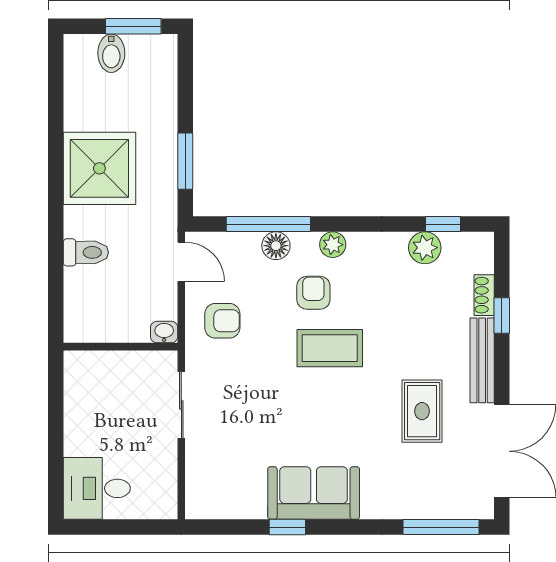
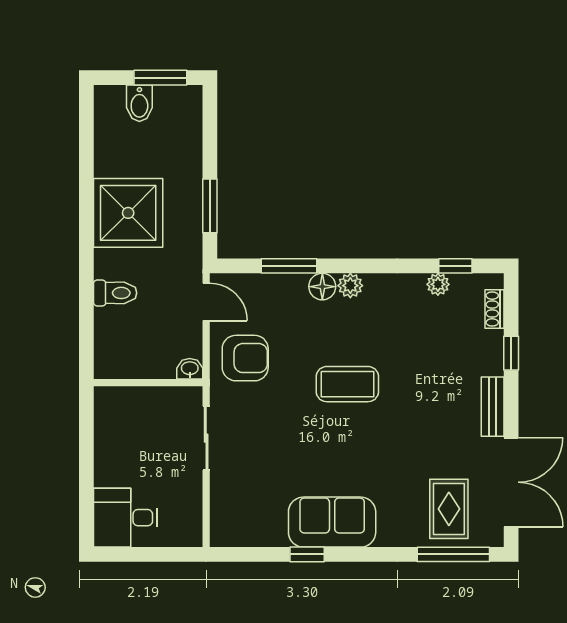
window: (268, 224) -> (289, 266), width x0.69
floor lamp: (276, 246) -> (322, 287), moved
plant: (425, 248) -> (438, 284), width x0.73, depth x0.73
armchair: (313, 293) -> (332, 331), removed
shoe rack: (484, 295) -> (494, 309), moved
armchair: (222, 321) -> (245, 358), width x1.38, depth x1.38
bench: (482, 360) -> (493, 407), width x0.73
rug: (422, 411) -> (449, 509), moved

